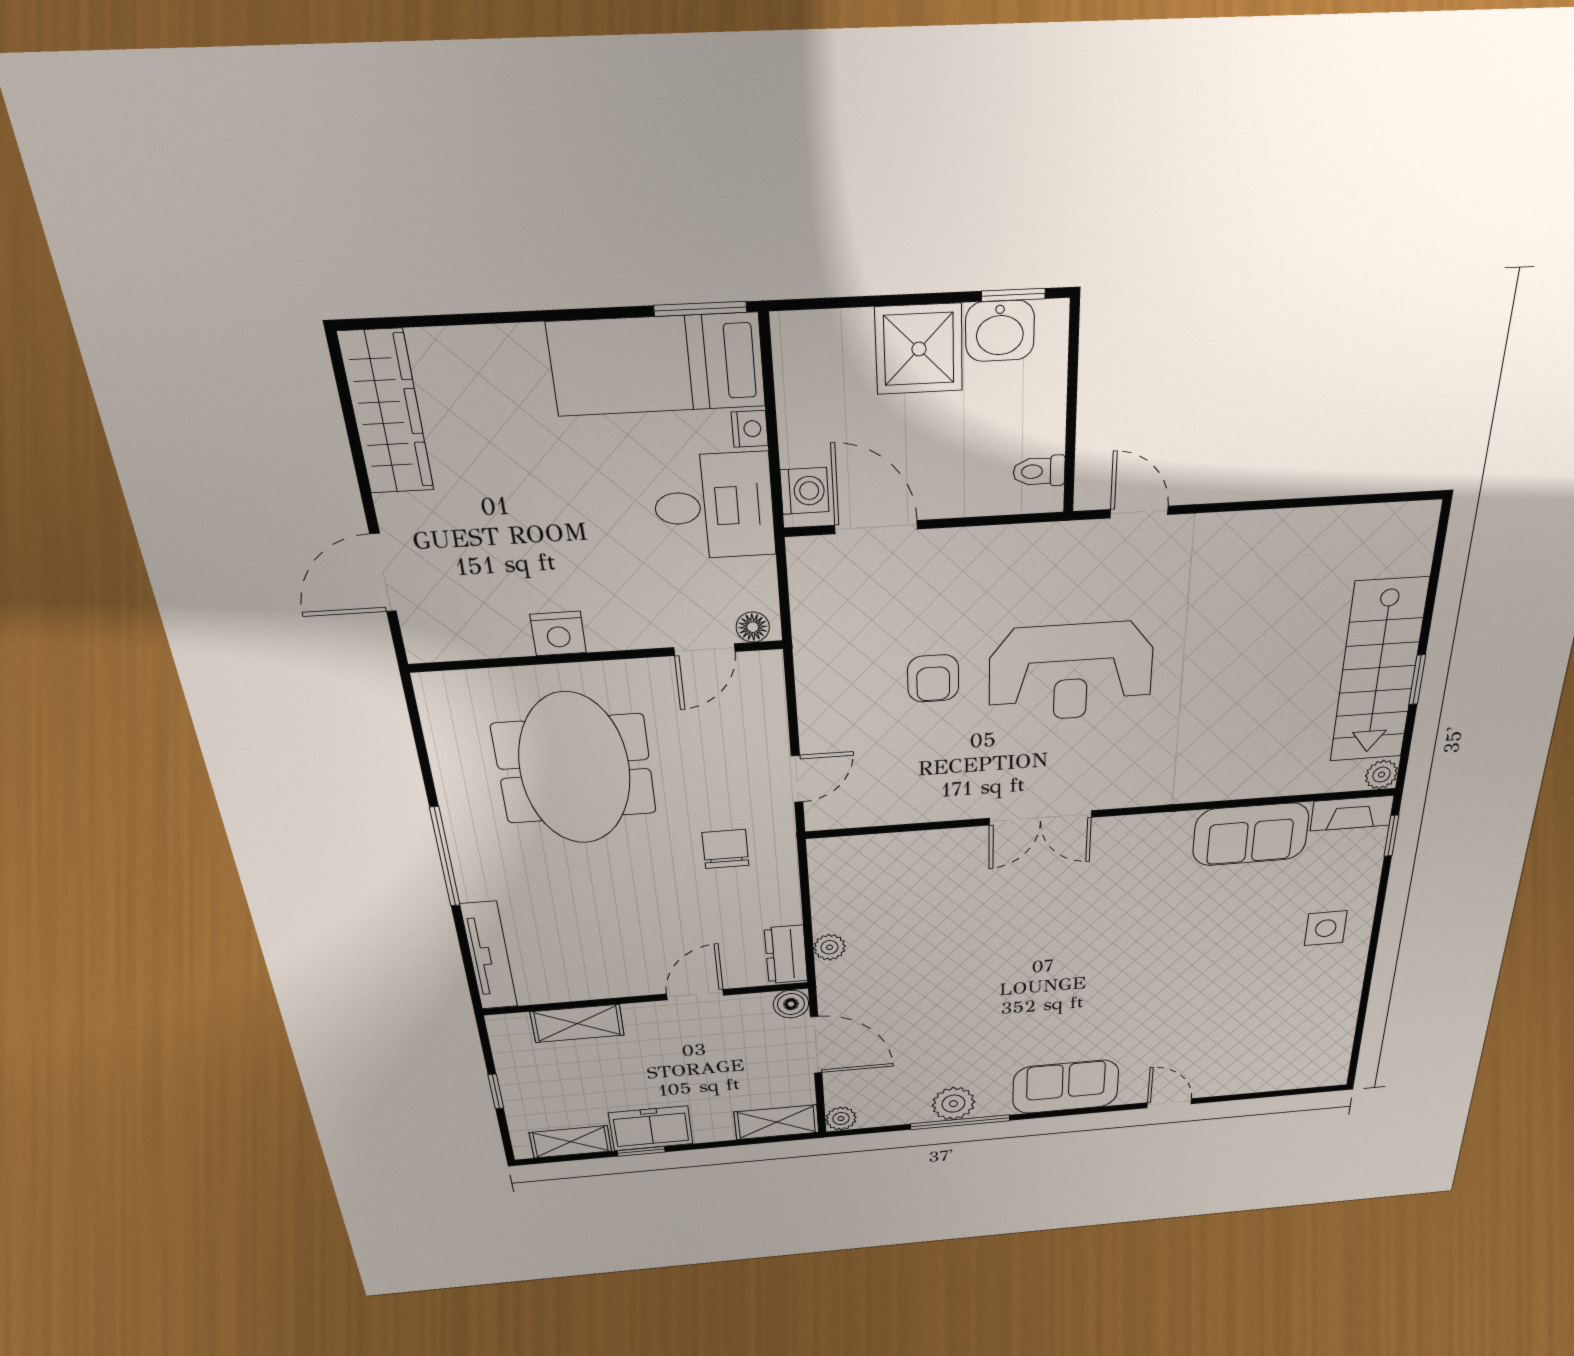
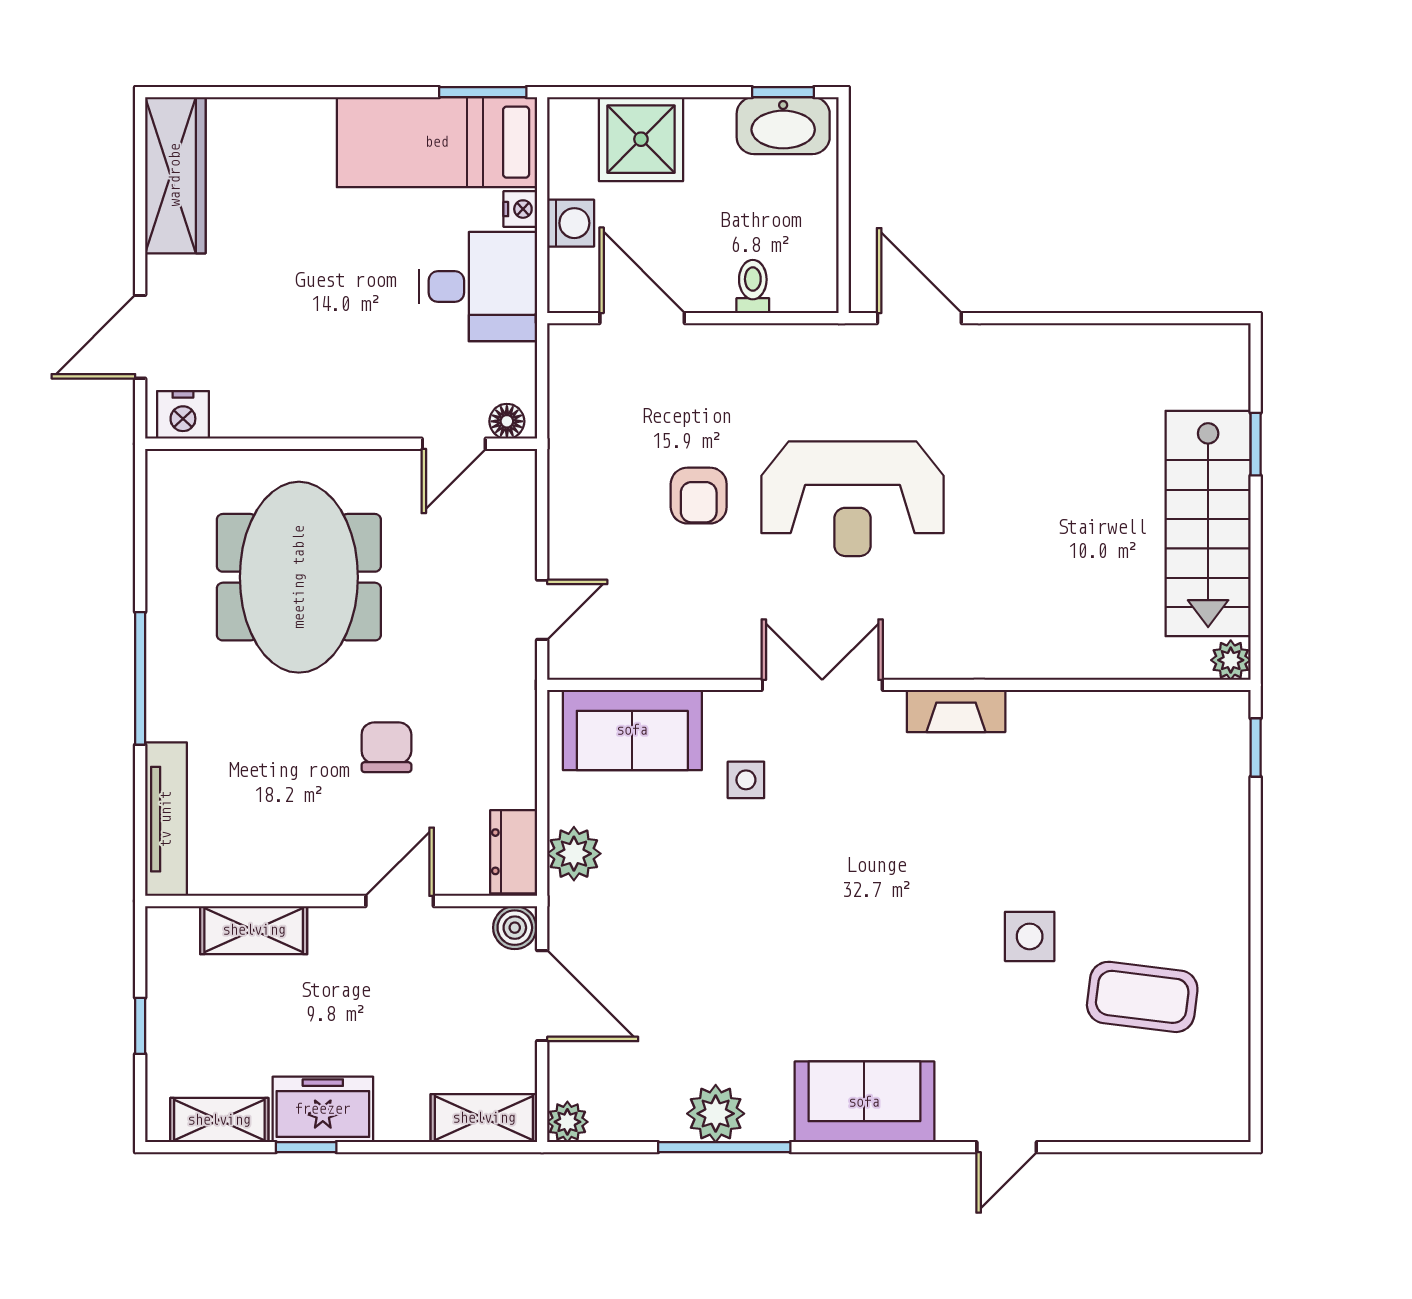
washbasin: (1000, 331) -> (783, 126), width x1.38
shower: (919, 349) -> (641, 139), moved
toilet: (1039, 471) -> (753, 286), moved, turned 90
washing machine: (805, 491) -> (571, 223), moved
door: (1139, 512) -> (919, 318), width x1.38
nightstand: (558, 634) -> (183, 415), moved
window: (1417, 680) -> (1256, 444), moved
fireplace: (1352, 813) -> (956, 711), moved
double door: (1041, 818) -> (822, 685), swing flipped
sofa: (1251, 834) -> (632, 730), moved
chair: (725, 849) -> (386, 747), moved
side table: (976, 890) -> (746, 780), added
side table: (1326, 928) -> (1030, 936), moved
plant: (829, 947) -> (574, 854), width x1.38, depth x1.38
coffee table: (1279, 1006) -> (1142, 997), added
door: (1169, 1103) -> (1007, 1147), swing flipped

